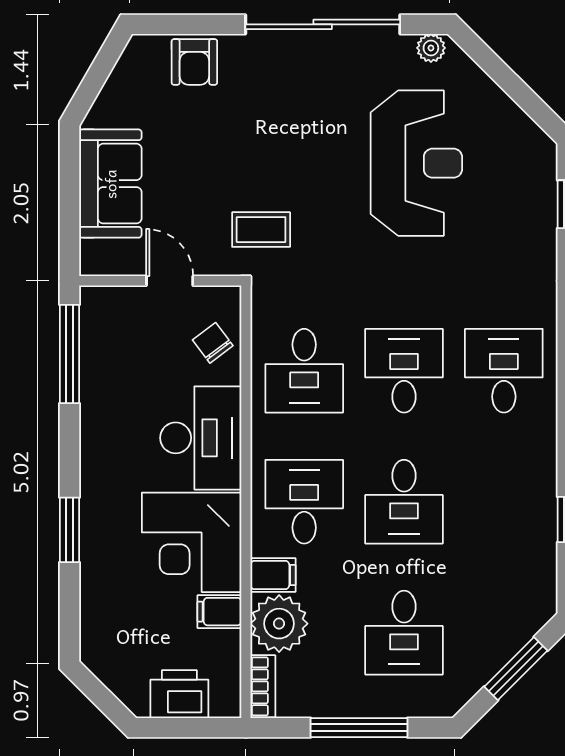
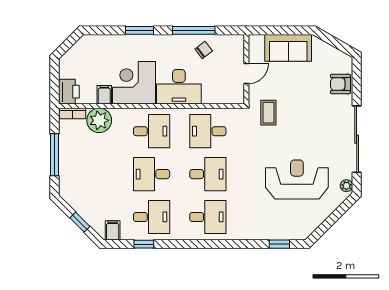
reception desk: (416, 163) -> (297, 179), turned 180
chair: (213, 343) -> (204, 50), moved
window: (69, 354) -> (194, 30), moved
filing cabinet: (273, 575) -> (113, 230), moved, turned 180
desk: (404, 633) -> (152, 217), moved, turned 180
window: (516, 669) -> (80, 222), width x0.67
printer: (179, 694) -> (69, 92), moved

